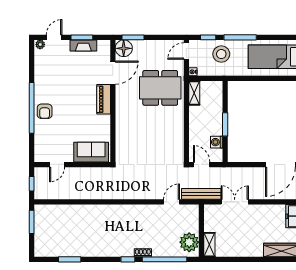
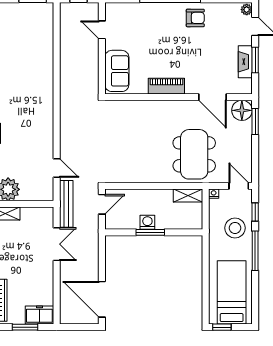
piano: (104, 99) -> (166, 86), moved
armchair: (45, 111) -> (195, 18), moved, turned 180
washing machine: (217, 142) -> (147, 222), moved

